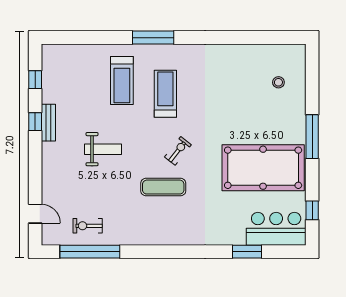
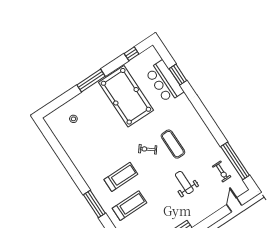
treadmill: (165, 94) -> (121, 177), turned 180
weight bench: (103, 149) -> (184, 183), moved
bar counter: (276, 229) -> (164, 82), moved

